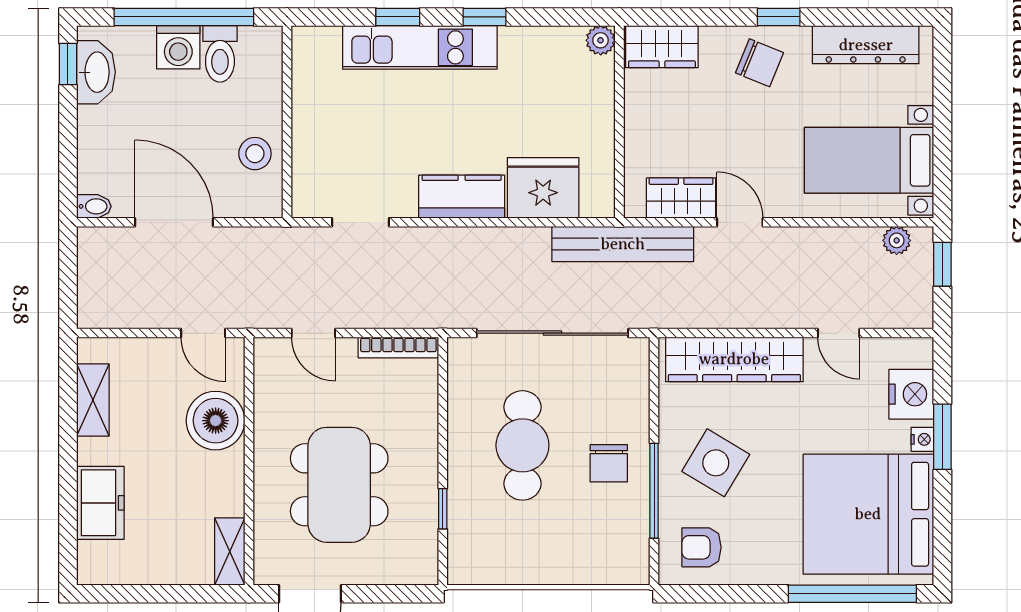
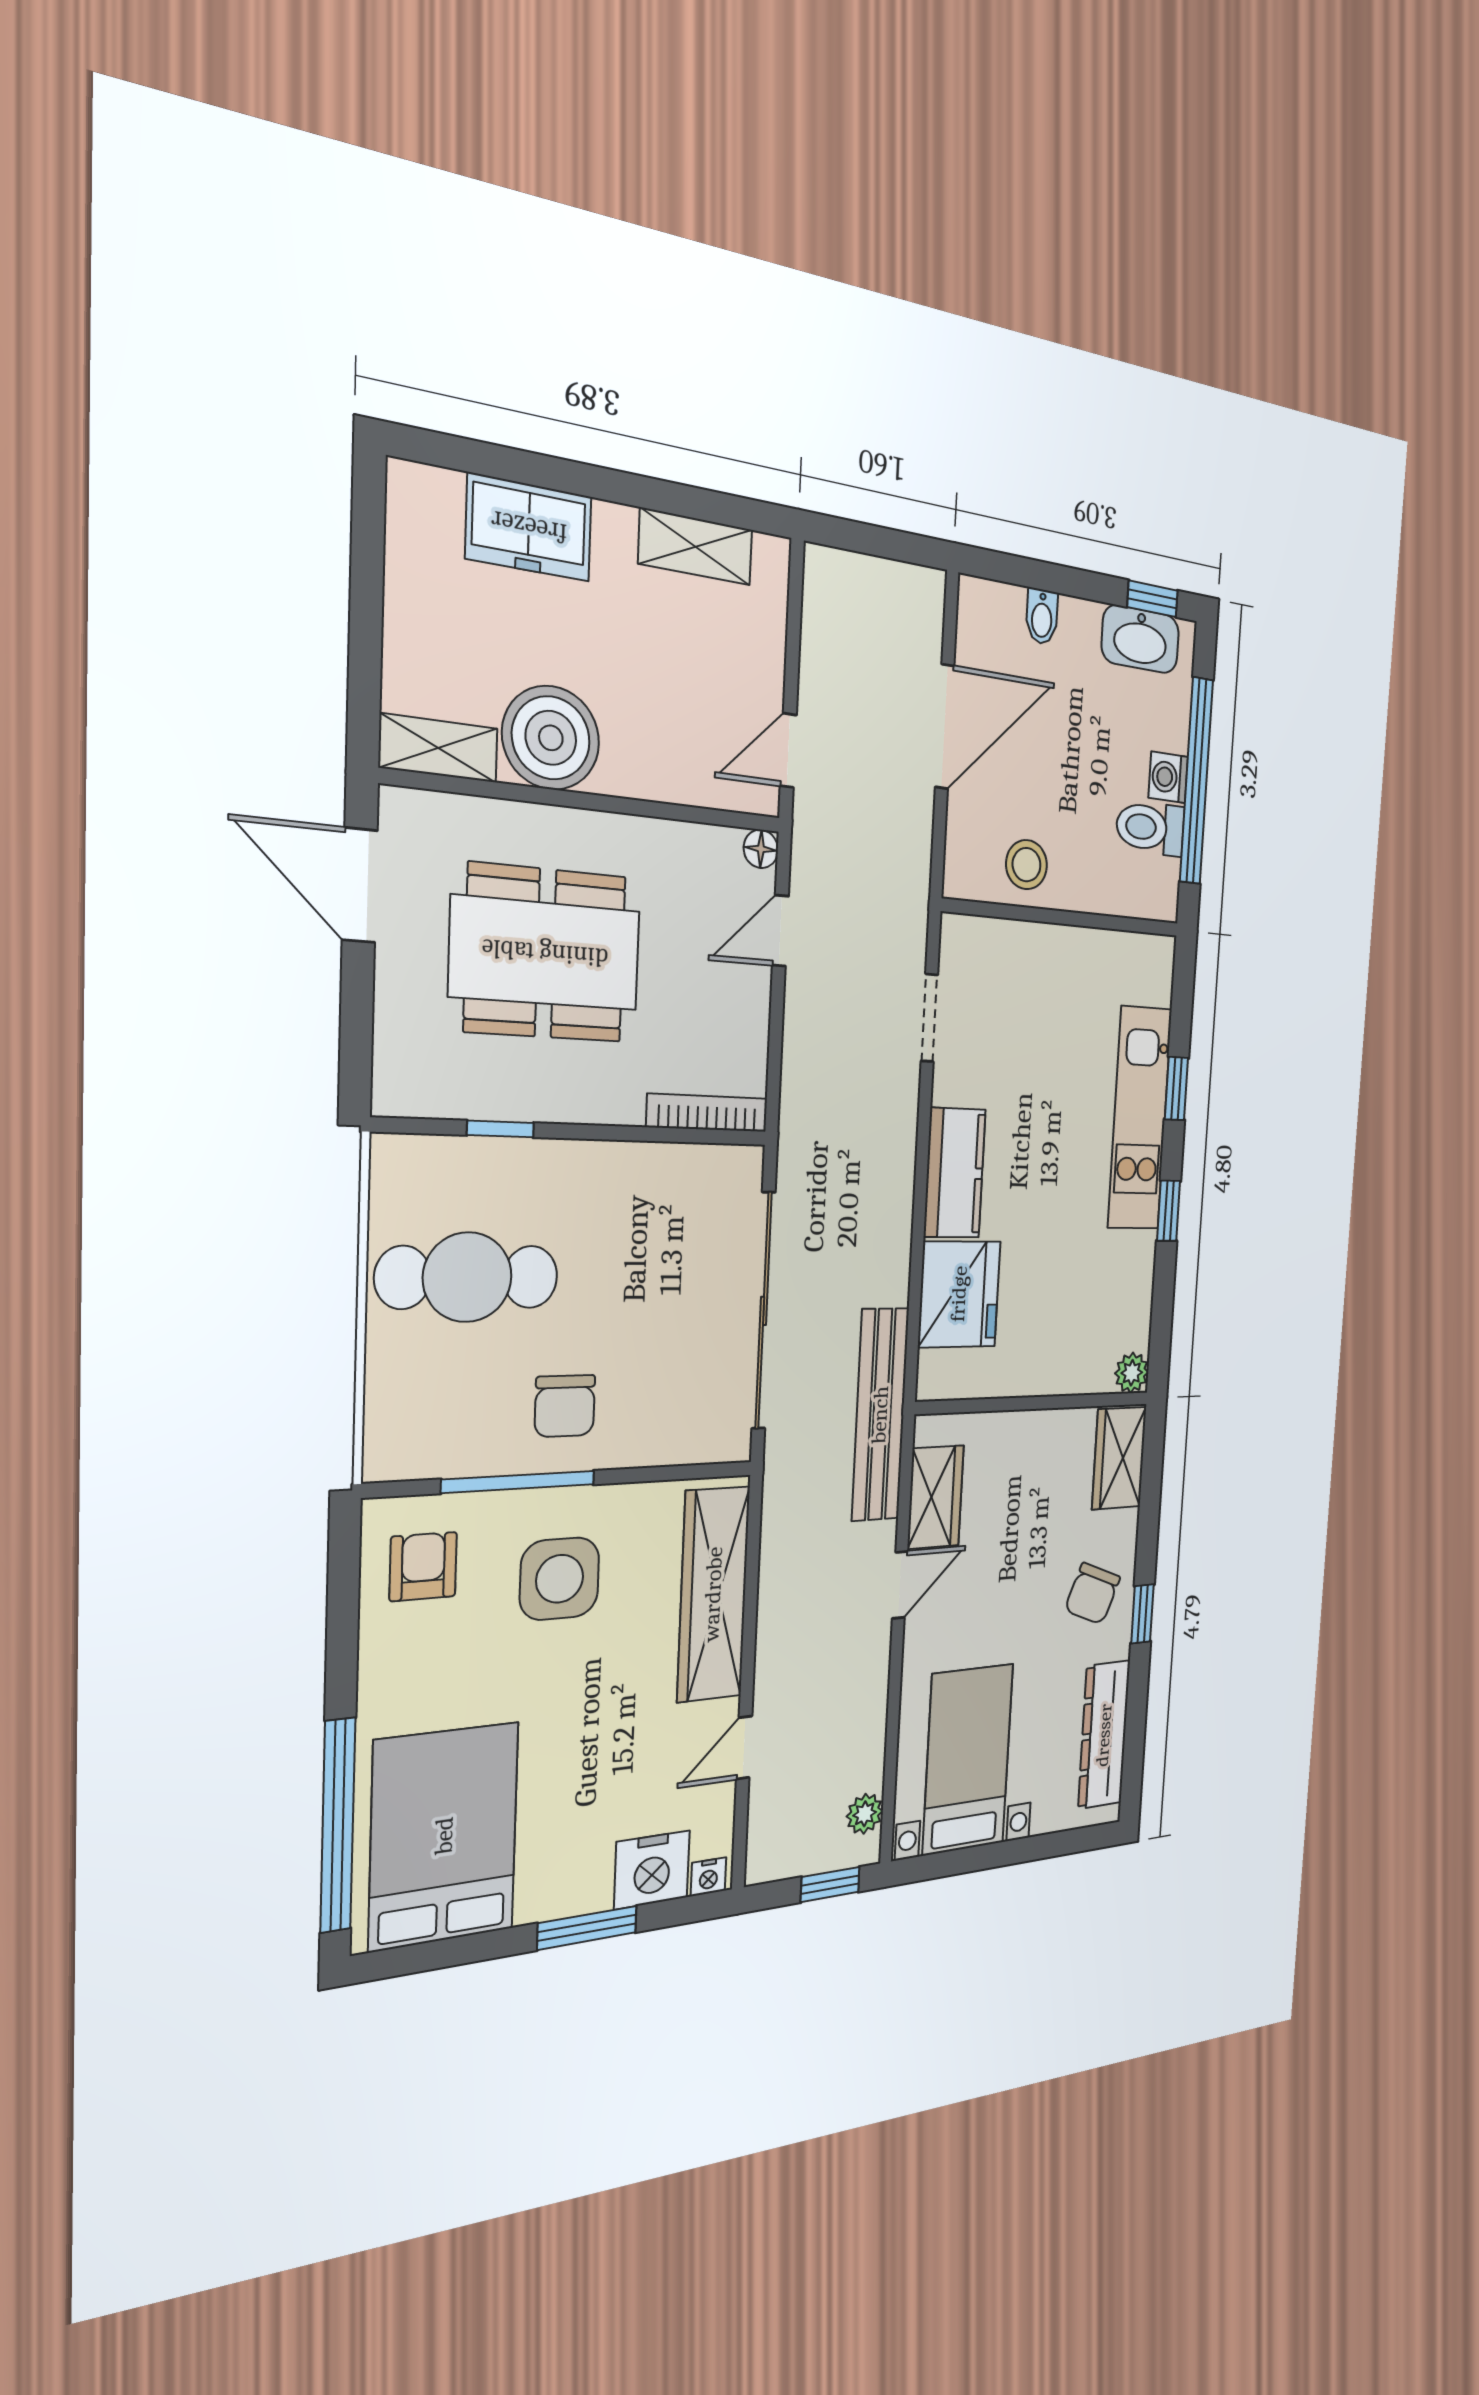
washing machine: (178, 47) -> (1168, 777), width x0.73, depth x0.73
bidet: (94, 206) -> (1042, 617), moved
bookcase: (398, 347) -> (707, 1113), moved, turned 90
floor lamp: (265, 349) -> (761, 849), added
boiler: (216, 421) -> (551, 738), moved
nightstand: (922, 439) -> (708, 1877), moved
cafe table: (522, 445) -> (467, 1277), moved
chair: (609, 463) -> (565, 1406), turned -90
side table: (716, 463) -> (560, 1579), turned -31
bed: (868, 514) -> (444, 1836), width x0.73

